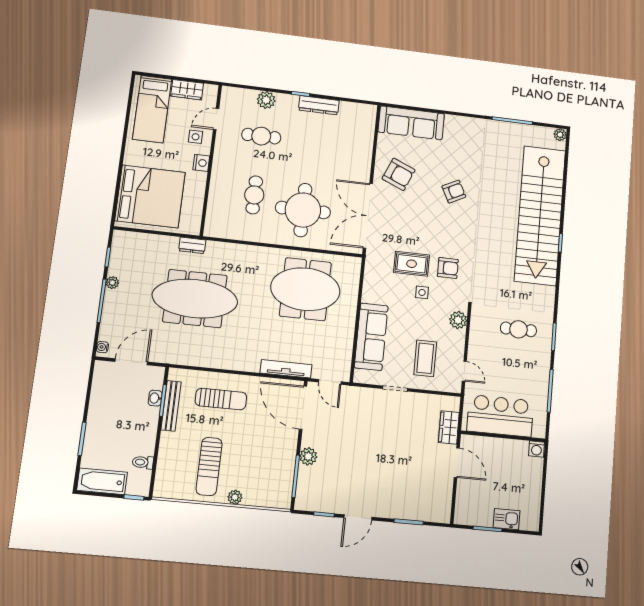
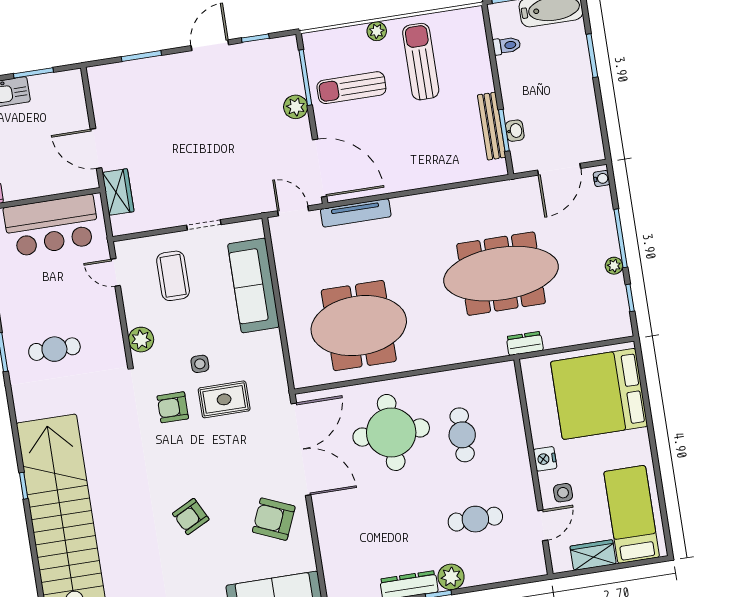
plant: (266, 100) -> (451, 577), moved
sun lounger: (221, 399) -> (351, 88), moved

